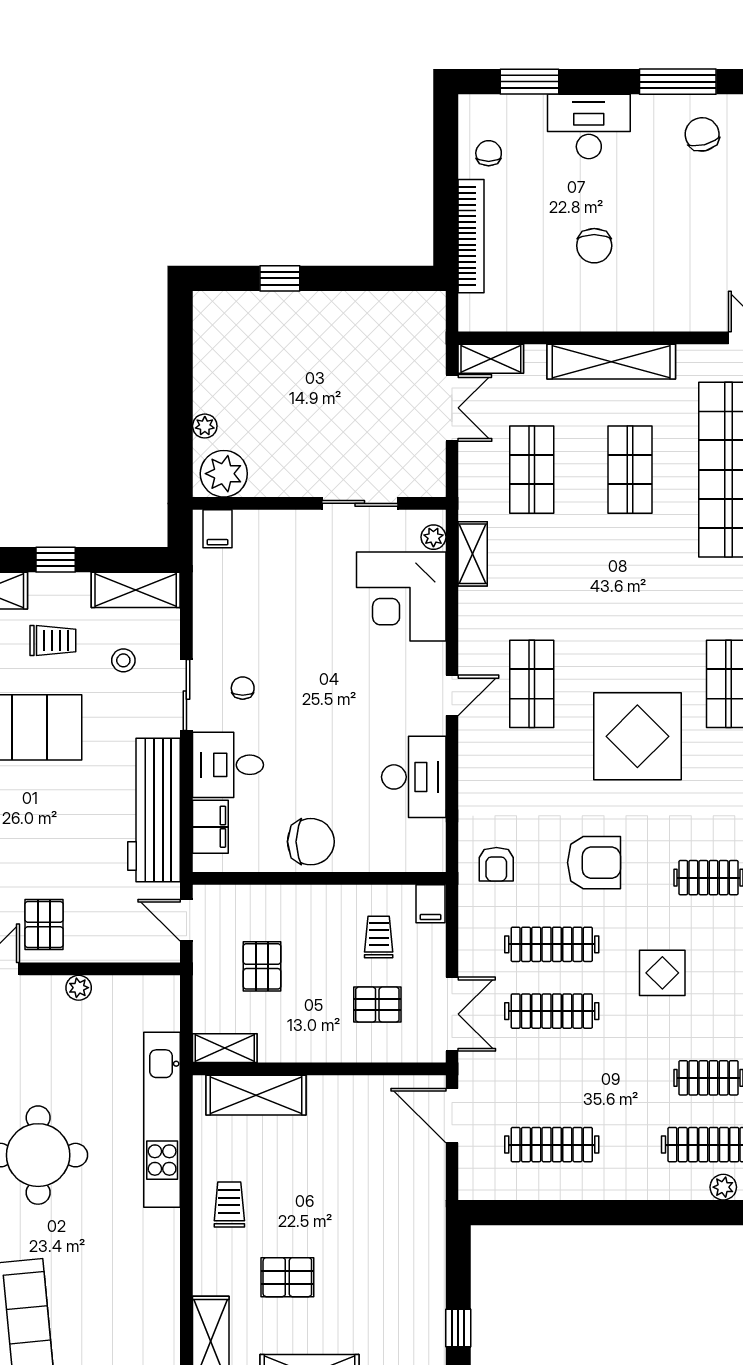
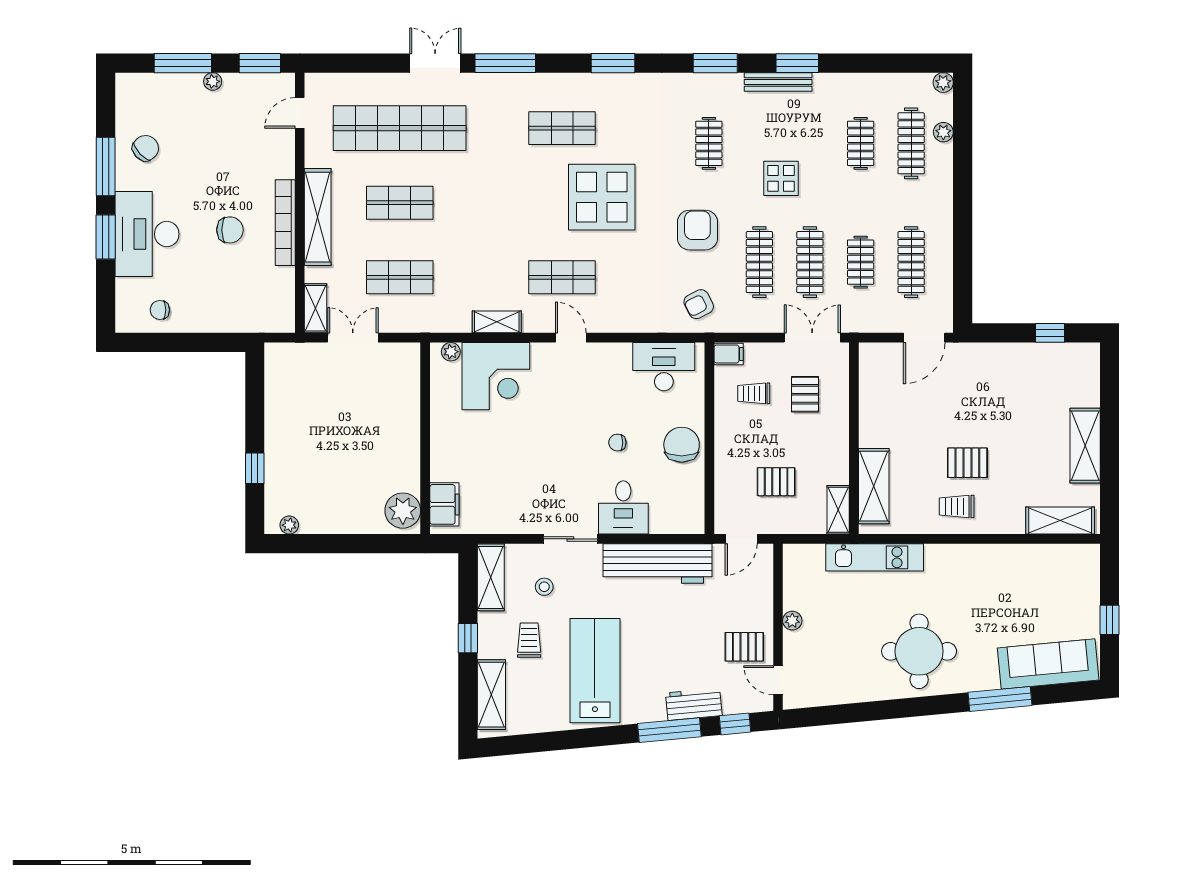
window: (530, 82) -> (106, 237), moved
desk: (589, 126) -> (147, 234), width x1.36, depth x1.30
chair: (702, 134) -> (146, 148), turned 151
bookcase: (471, 236) -> (285, 223), moved, turned -90
plant: (205, 426) -> (289, 525), moved
sliding door: (360, 503) -> (425, 408), removed
filing cabinet: (218, 529) -> (444, 504), width x2.00
shelving: (473, 554) -> (497, 322), moved
chair: (243, 688) -> (617, 443), moved
desk: (414, 777) -> (664, 367), moved
filing cabinet: (210, 827) -> (670, 521), removed
armchair: (496, 864) -> (699, 304), turned 153
clothes rail: (552, 1078) -> (861, 262), added
door: (452, 1116) -> (924, 338), moved
kitchen unit: (162, 1120) -> (875, 557), width x0.73
pallet: (287, 1277) -> (967, 463), moved, turned 90

